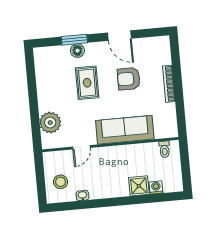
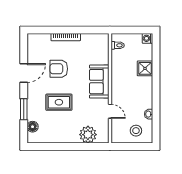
floor lamp: (77, 51) -> (33, 127), moved
armchair: (129, 79) -> (59, 69), turned 90
sofa: (125, 130) -> (99, 82), width x0.73
washing machine: (156, 187) -> (147, 38), moved

